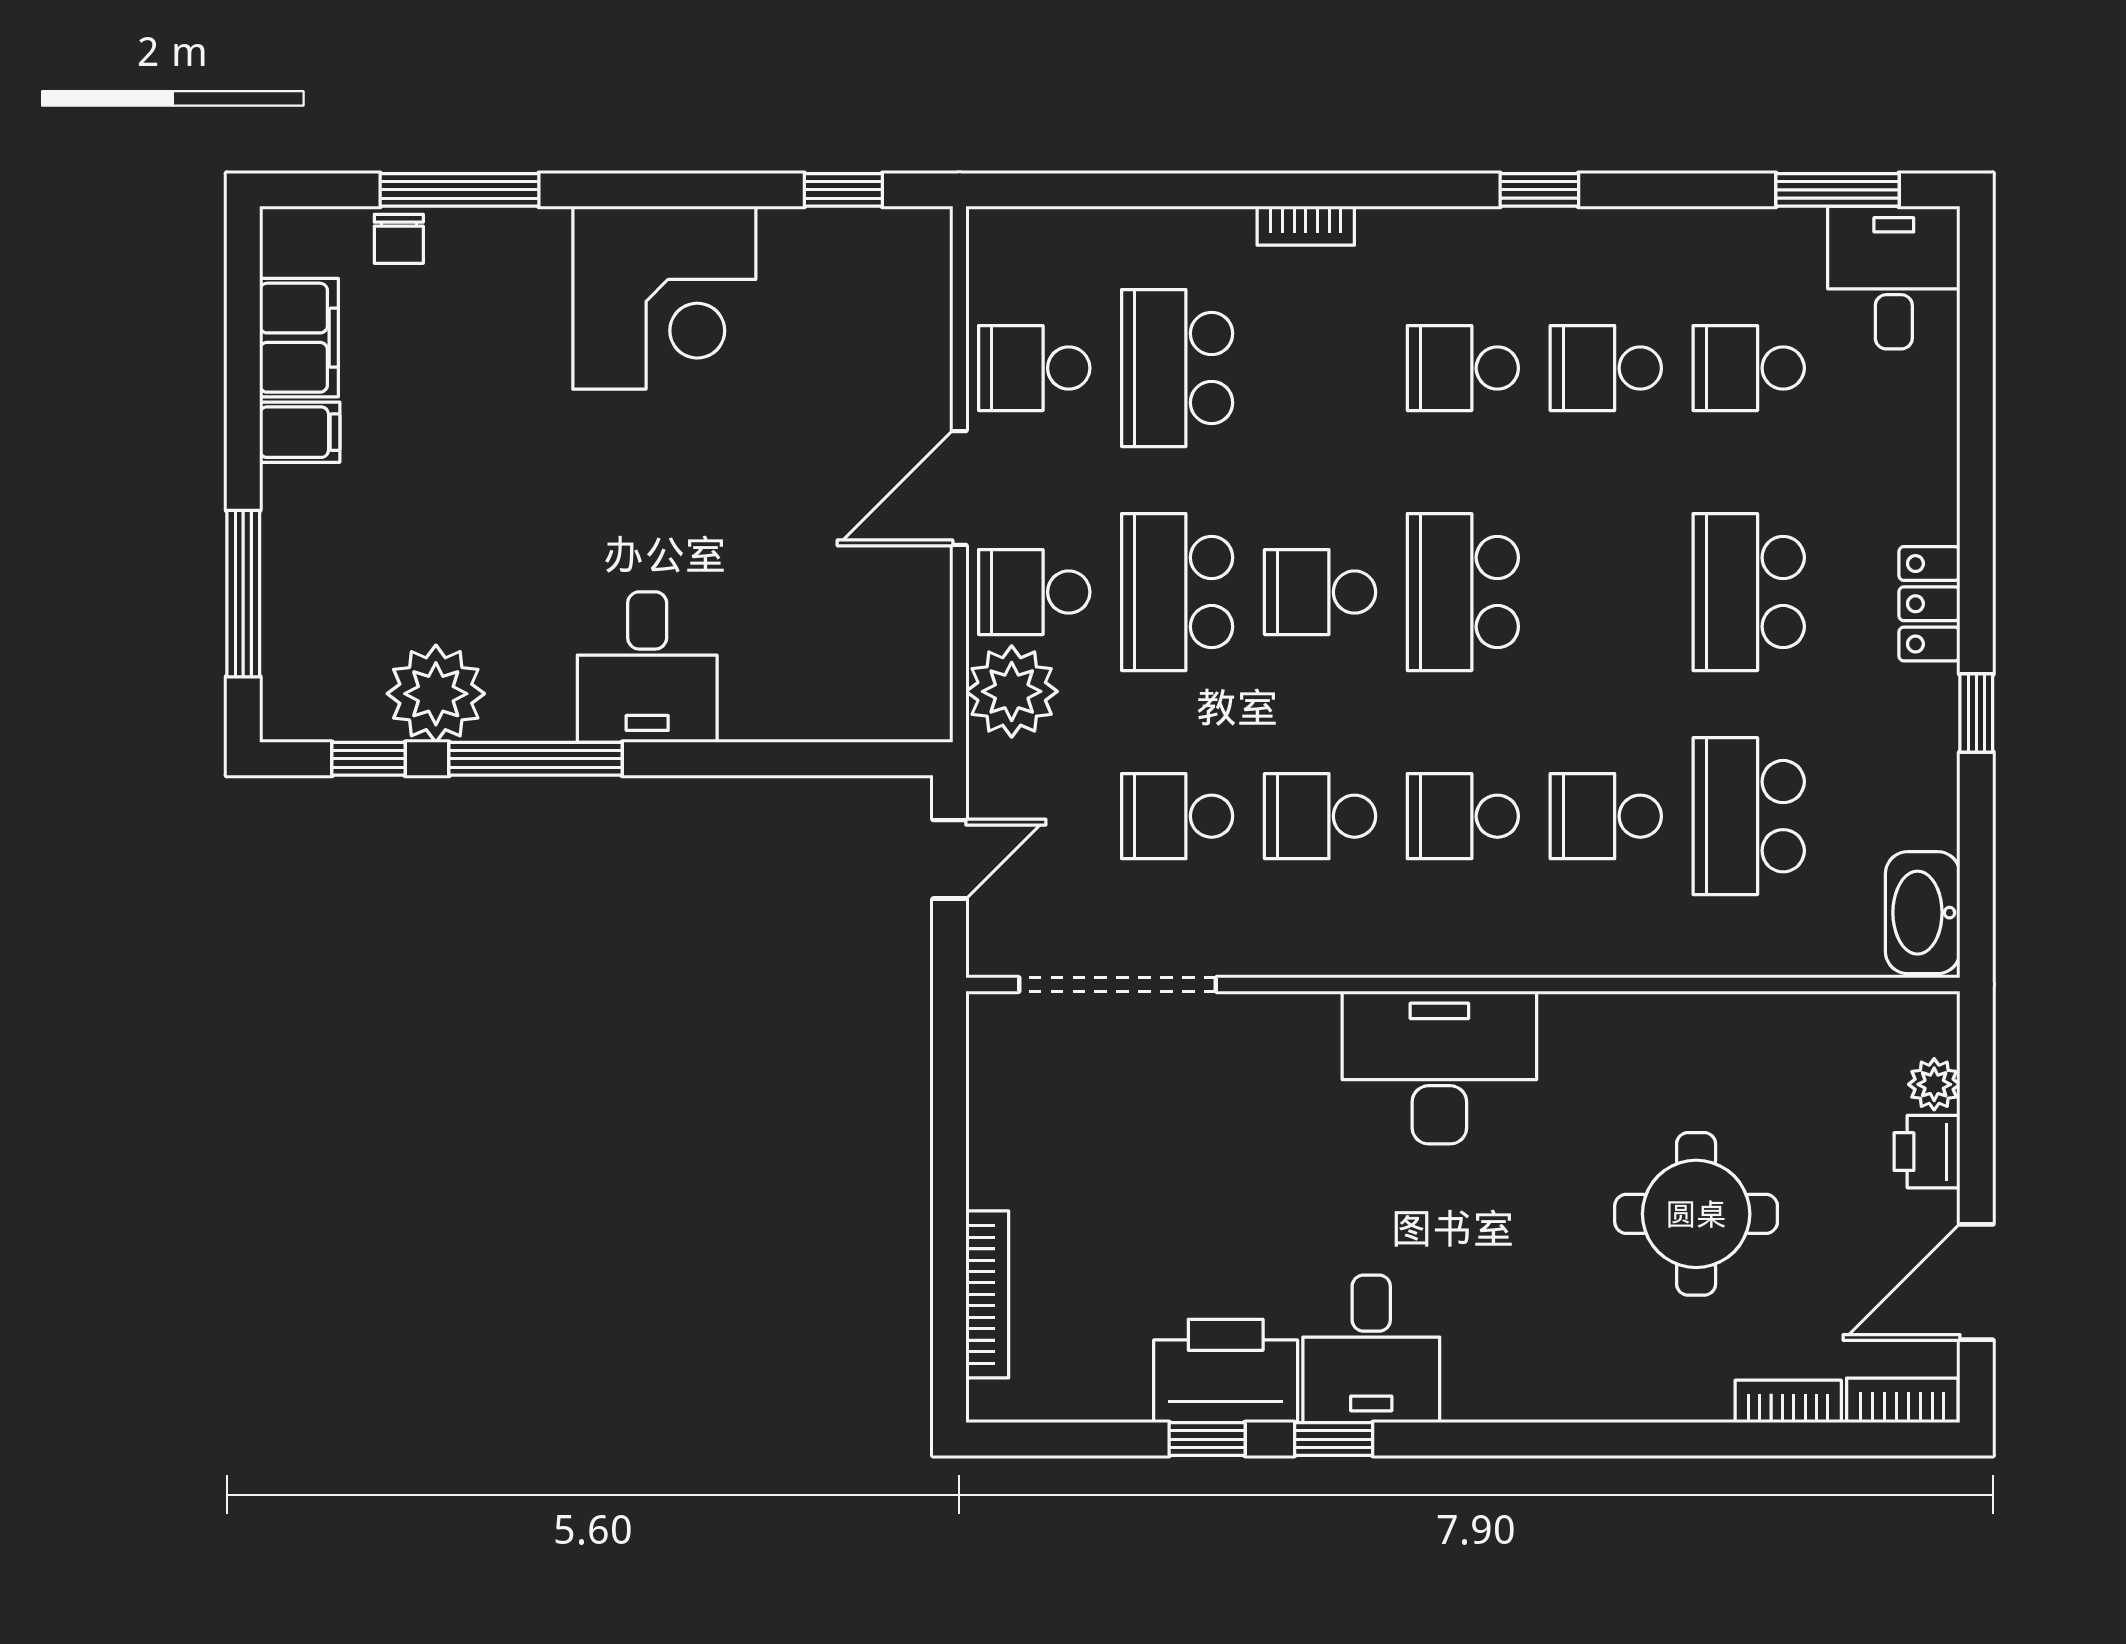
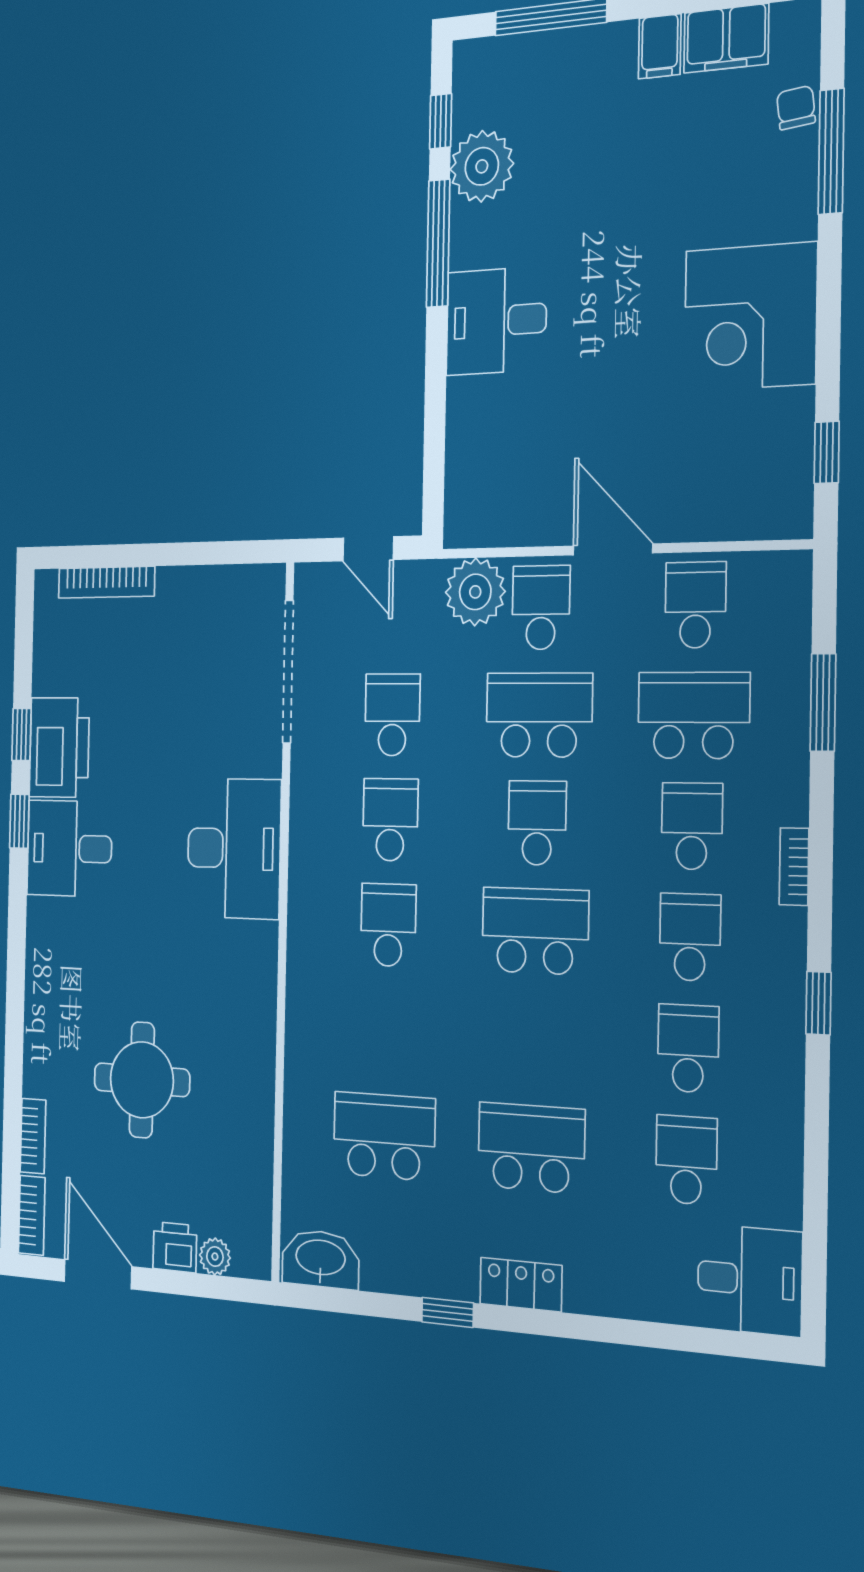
window: (1837, 190) -> (823, 703), moved
bookcase: (1306, 226) -> (794, 867), moved
chair: (399, 239) -> (796, 108), turned 83
school desk: (1606, 816) -> (692, 826), moved
desk: (1439, 1067) -> (234, 848), moved

